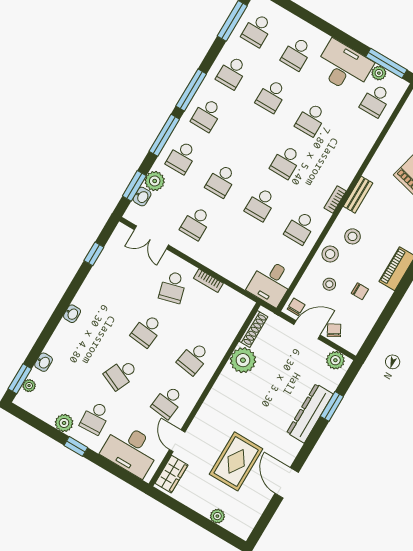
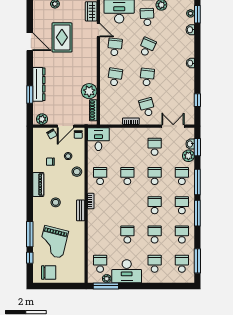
school desk: (286, 162) -> (155, 205), moved
stool: (353, 236) -> (56, 202), moved

